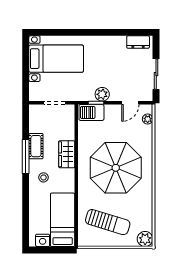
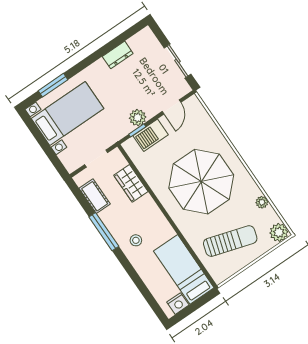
window: (59, 32) -> (53, 85), added
dresser: (138, 42) -> (118, 55), moved
barbecue: (91, 112) -> (151, 135), moved
plant: (148, 119) -> (262, 202), moved
cot: (36, 146) -> (95, 196), moved
wardrobe: (67, 154) -> (131, 183), moved

